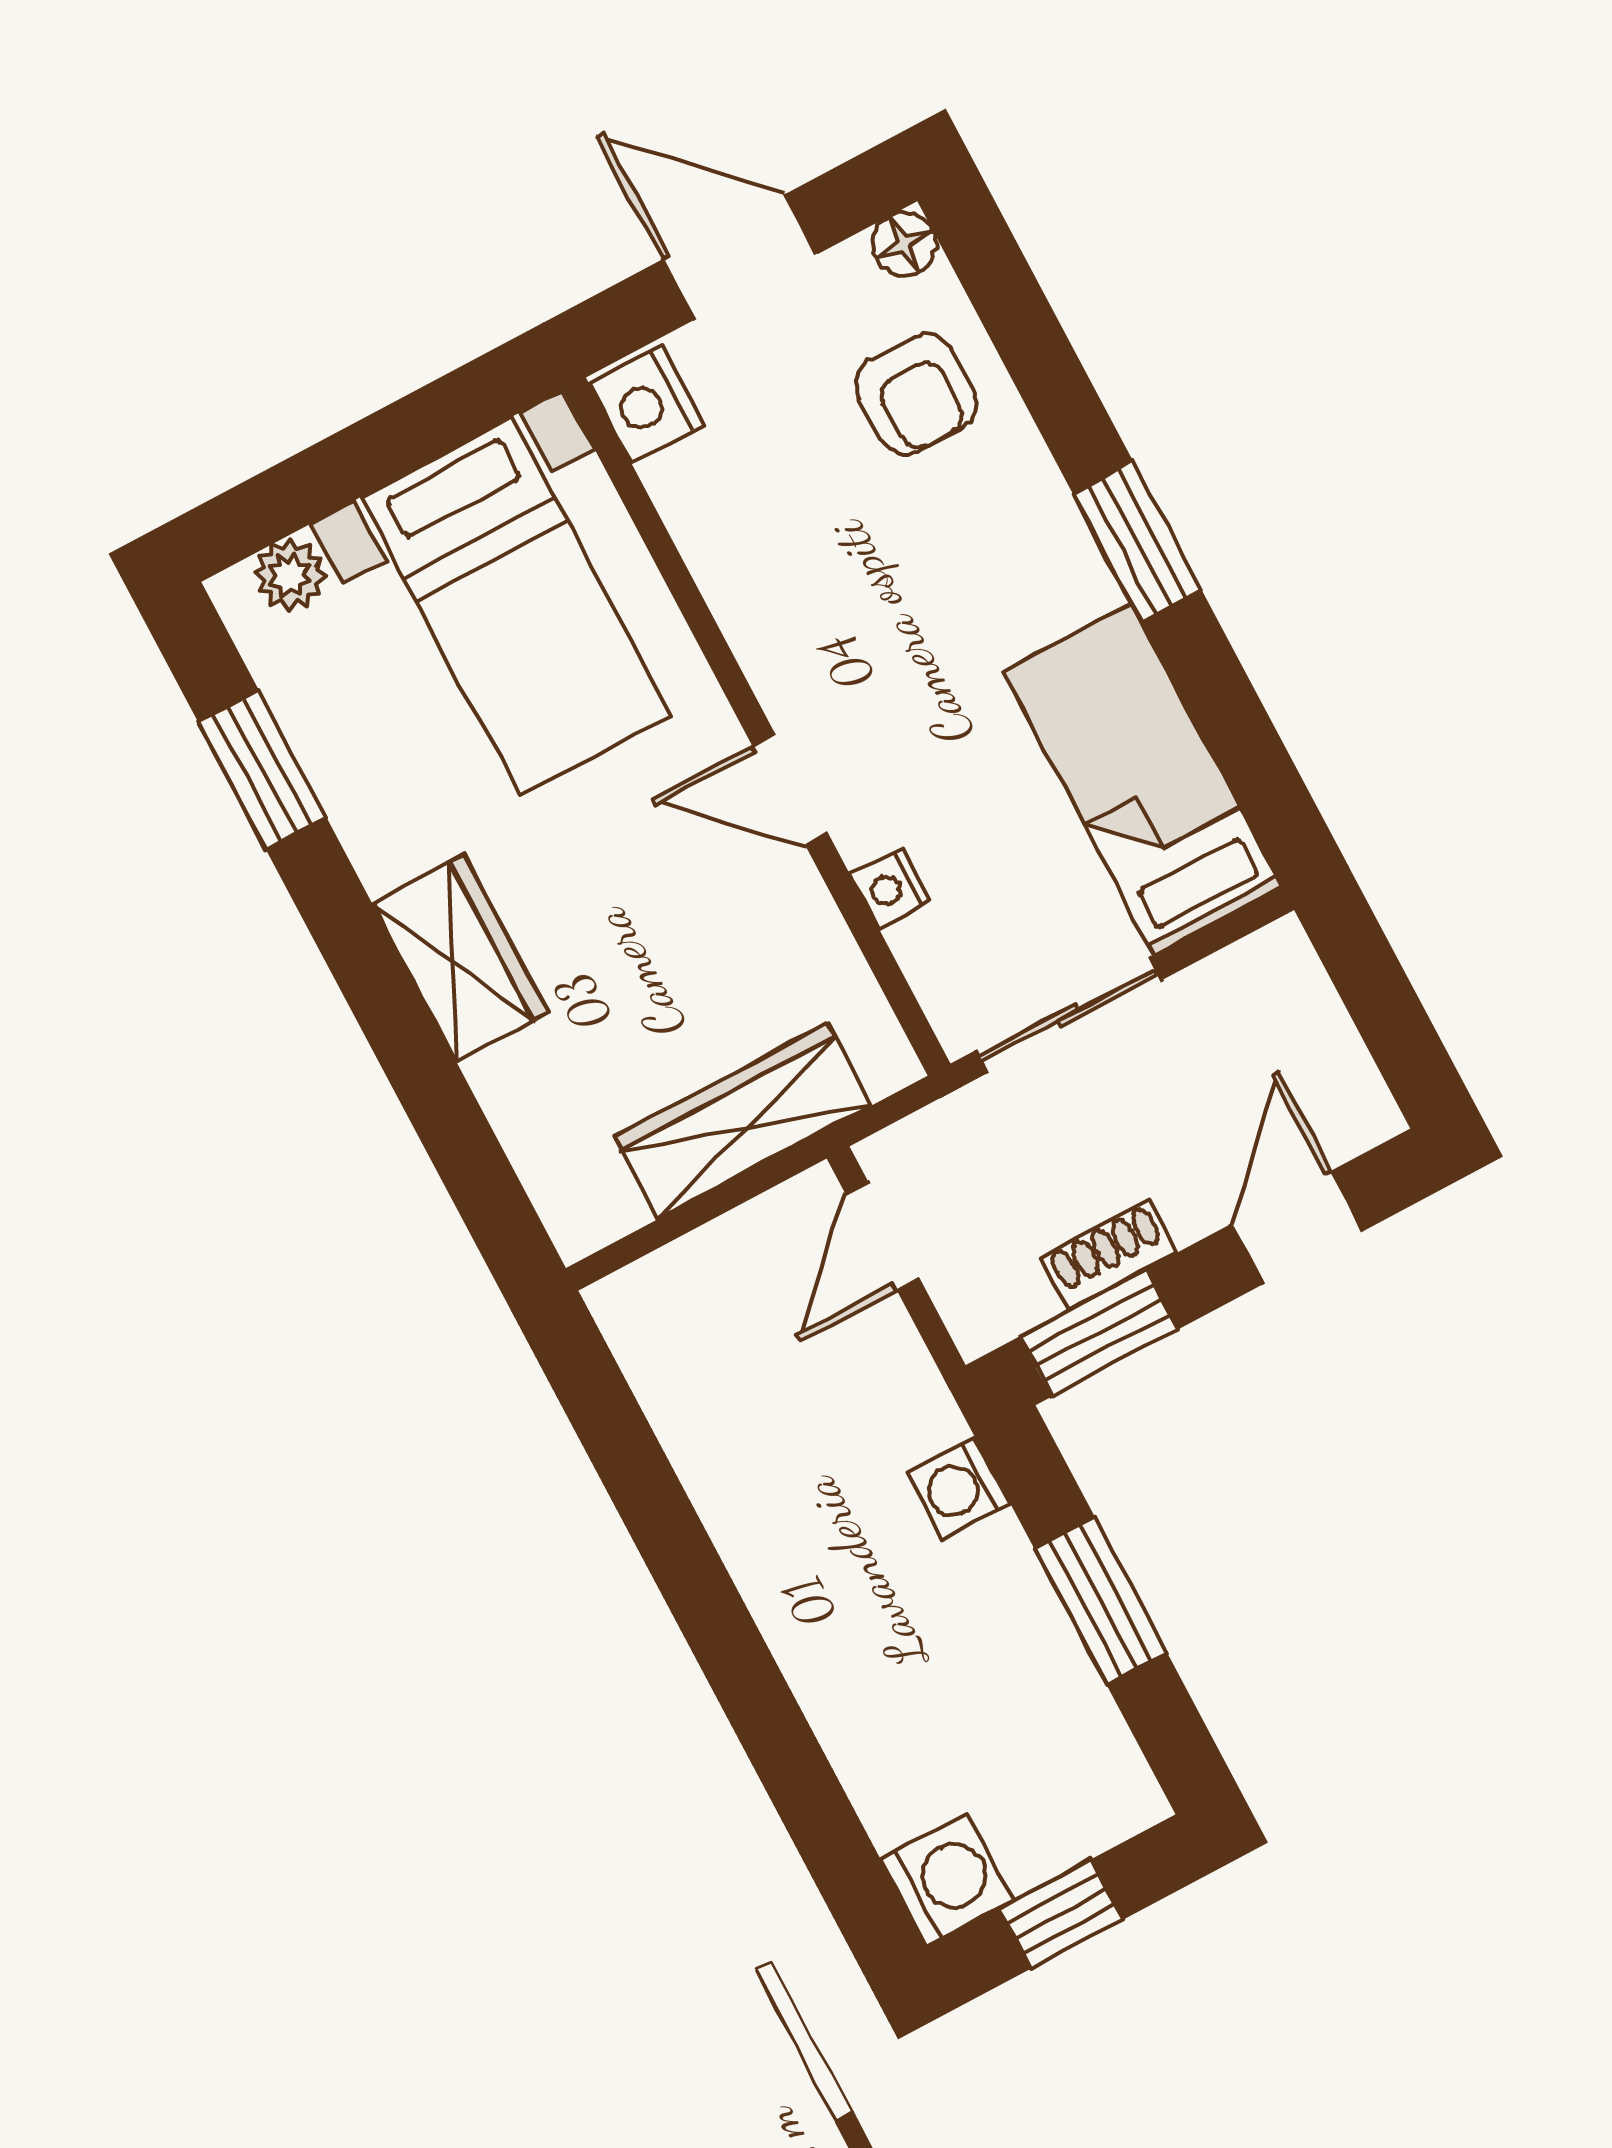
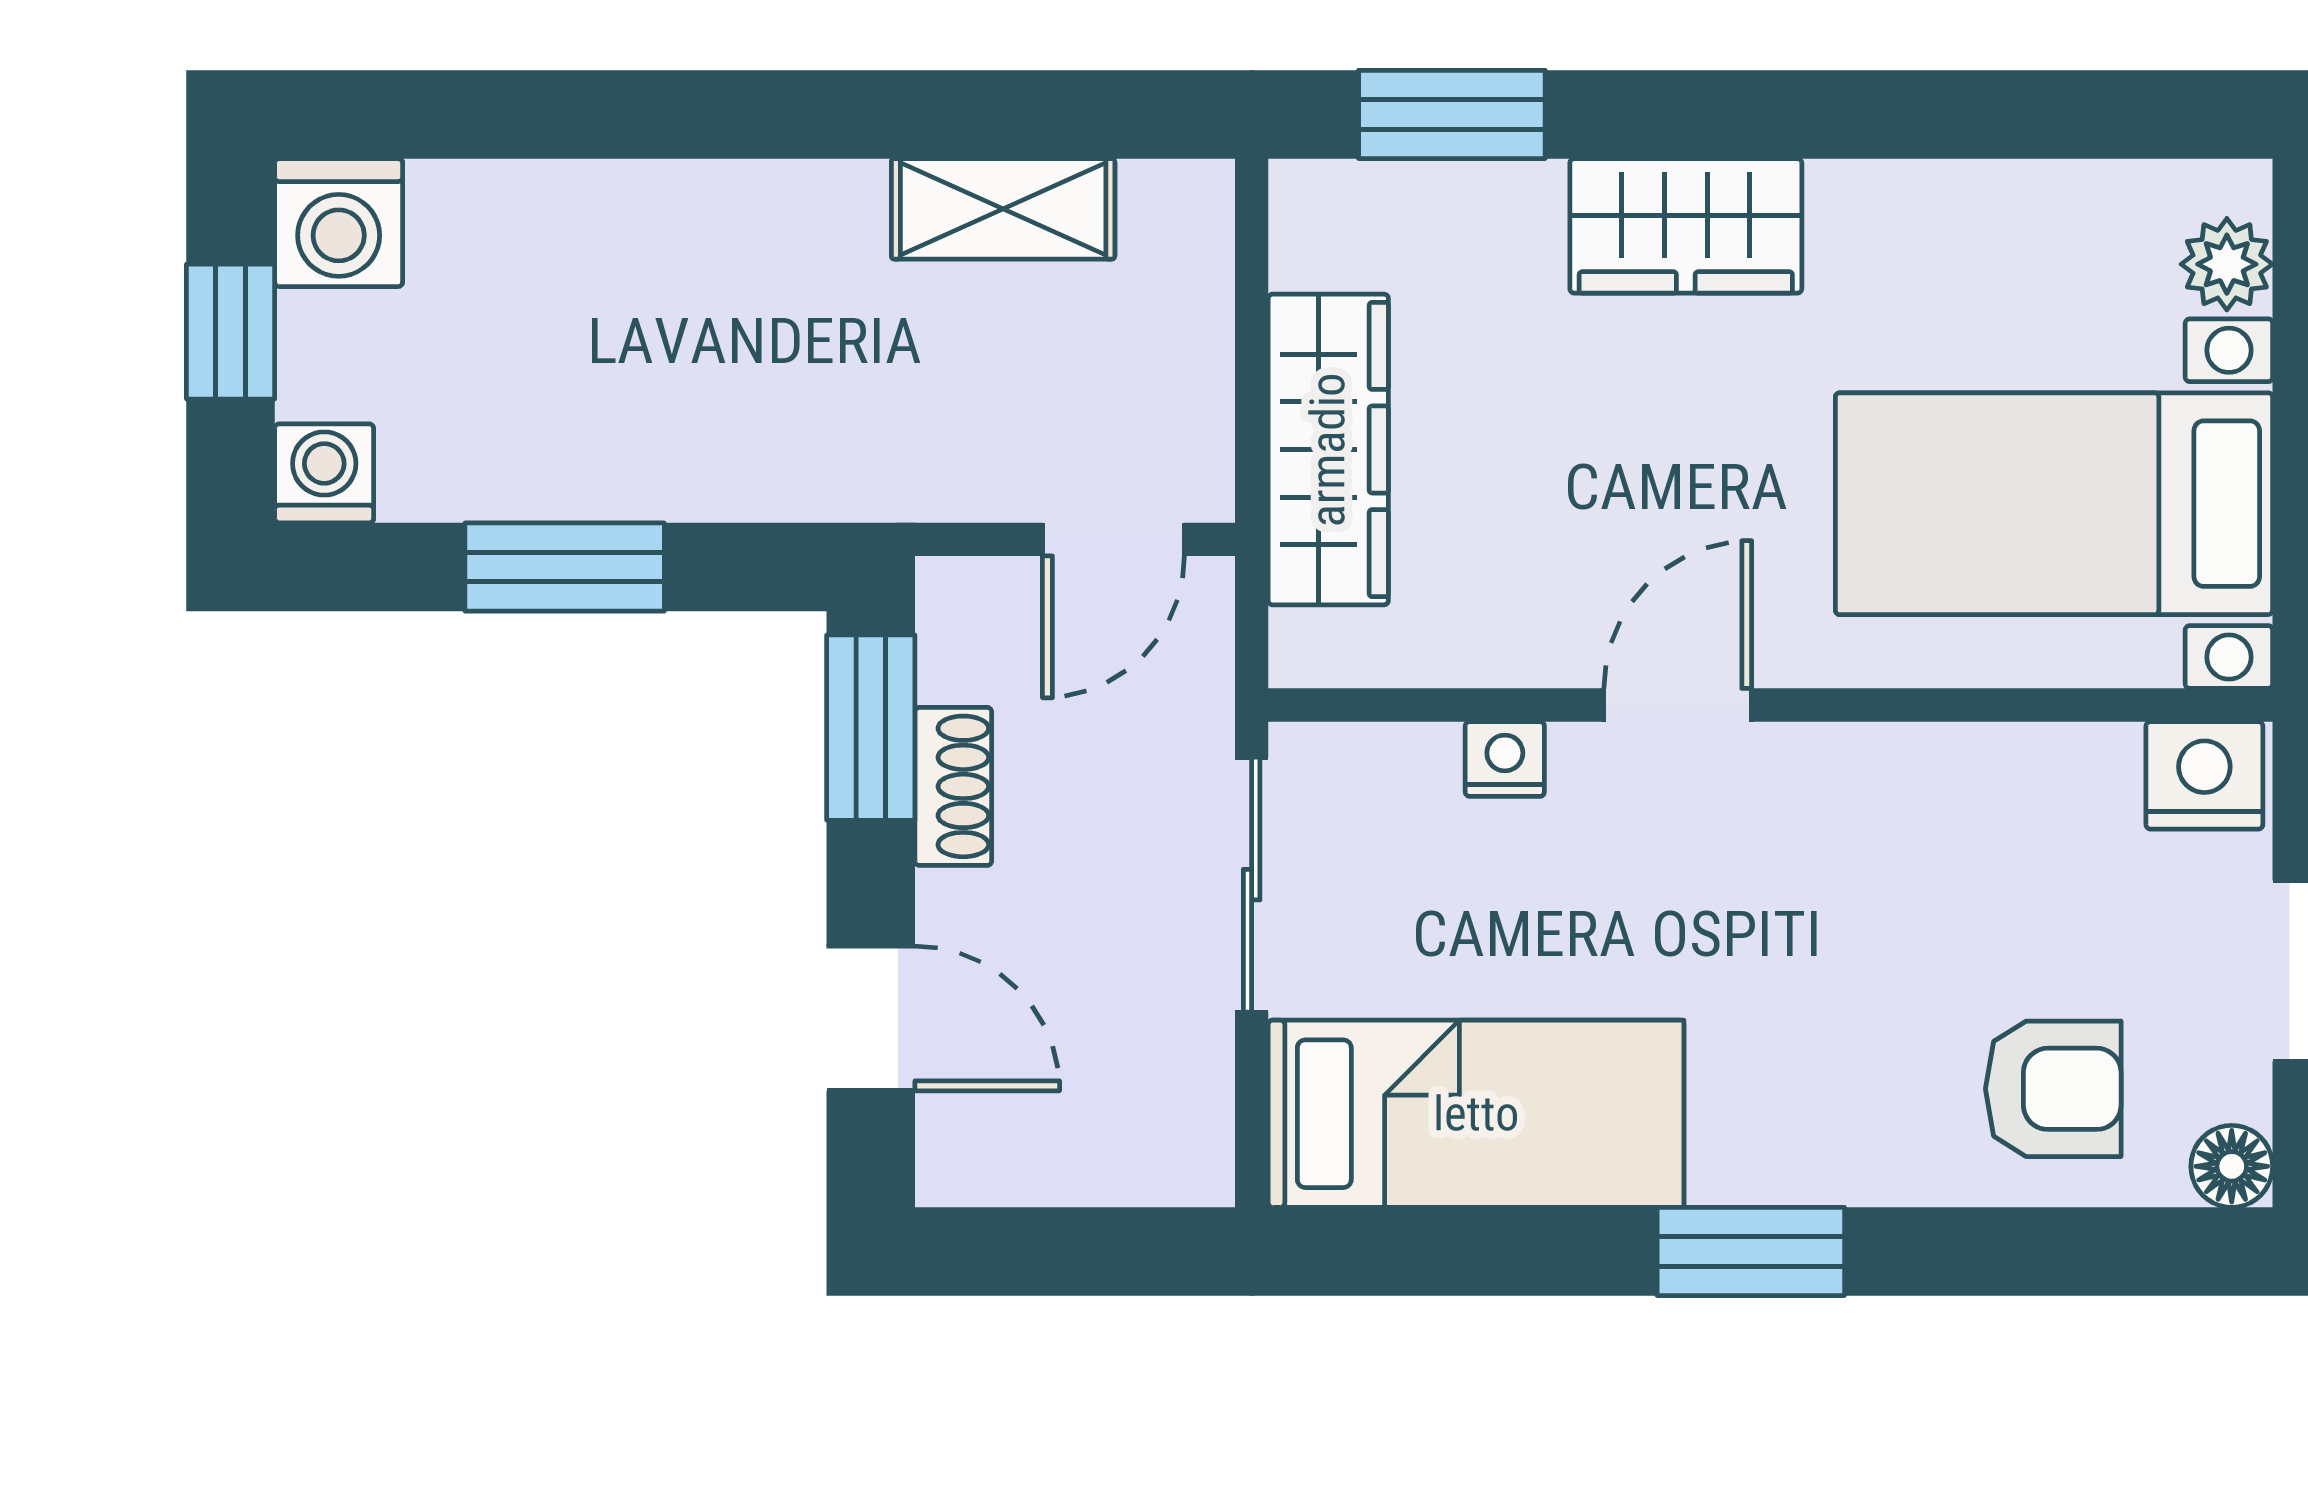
armchair: (916, 394) -> (2053, 1089), turned 180
window: (262, 770) -> (1452, 114), moved
door: (882, 1235) -> (1113, 539), swing flipped
shelving: (697, 1431) -> (1003, 209), added
washing machine: (959, 1488) -> (324, 473), moved

